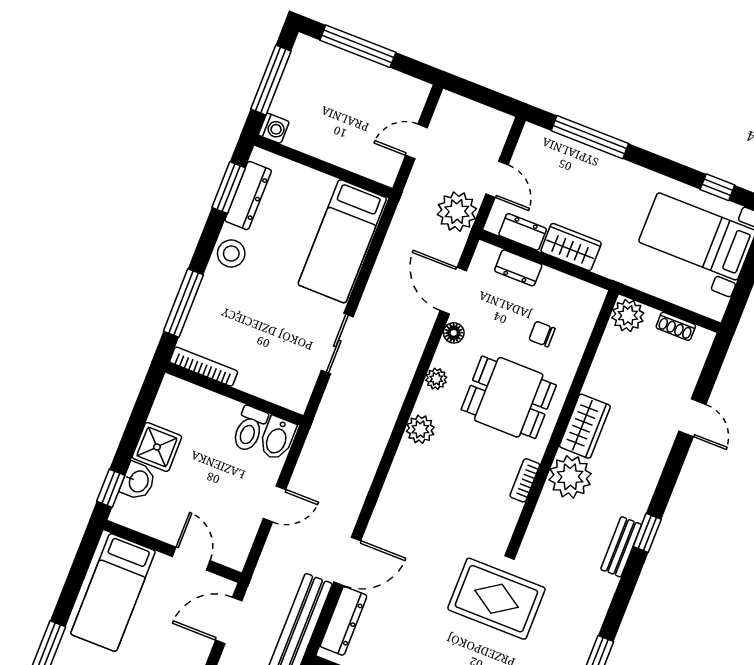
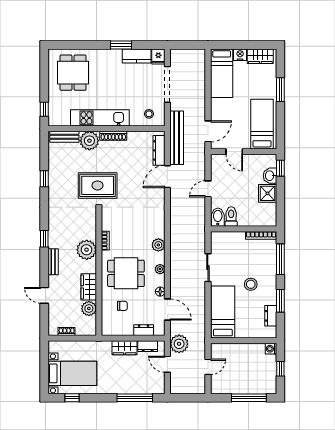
window: (271, 80) -> (280, 369), width x0.46
window: (229, 188) -> (280, 301), moved
dresser: (248, 196) -> (271, 316), width x0.70
stool: (231, 253) -> (251, 284), moved
plant: (628, 315) -> (89, 309), moved
wardrobe: (585, 426) -> (89, 287), moved
bench: (621, 547) -> (53, 262), moved

